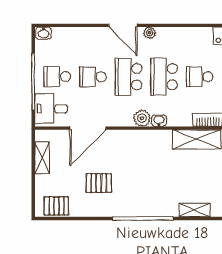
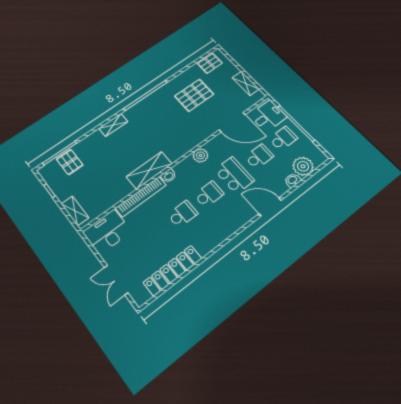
washbasin: (43, 33) -> (292, 180), moved
plant: (150, 33) -> (303, 166), moved, width x1.88, depth x1.88
school desk: (164, 77) -> (209, 194), width x0.54
washbasin: (159, 121) -> (169, 176), moved
door: (88, 128) -> (232, 122), swing flipped
pallet: (99, 183) -> (194, 95), width x1.50, depth x1.42

